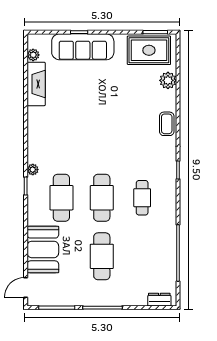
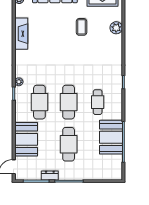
plant: (168, 80) -> (116, 28), moved
fireplace: (36, 84) -> (21, 34), moved
coffee table: (167, 124) -> (81, 27), moved
booth: (161, 246) -> (111, 137), added
dresser: (159, 300) -> (50, 175), moved

